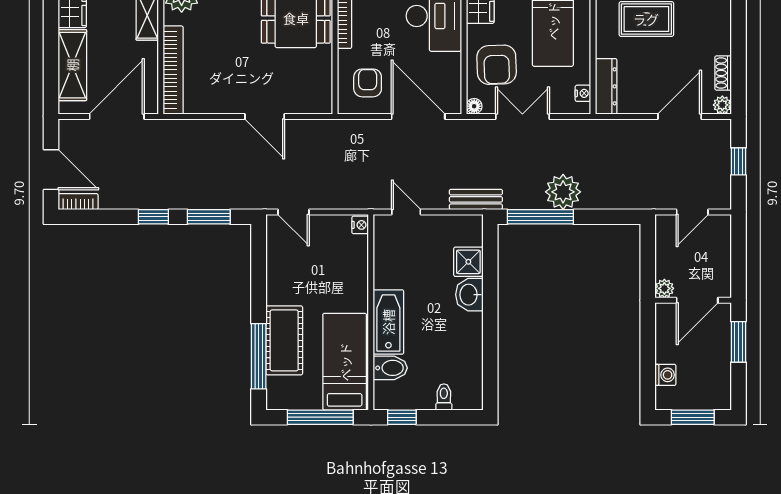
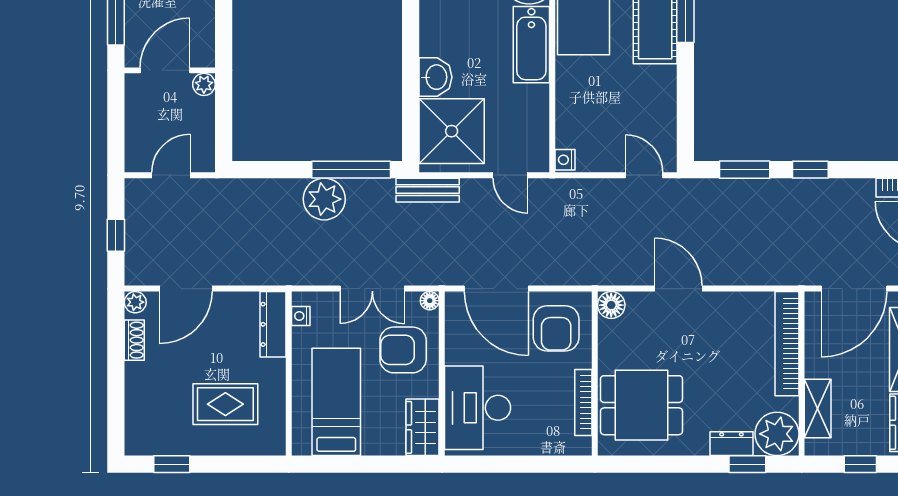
armchair: (497, 65) -> (403, 350), turned -88
armchair: (368, 83) -> (556, 328), width x1.38, depth x1.38
floor lamp: (321, 103) -> (611, 305), added
shower: (468, 262) -> (452, 131), width x1.86, depth x1.86

